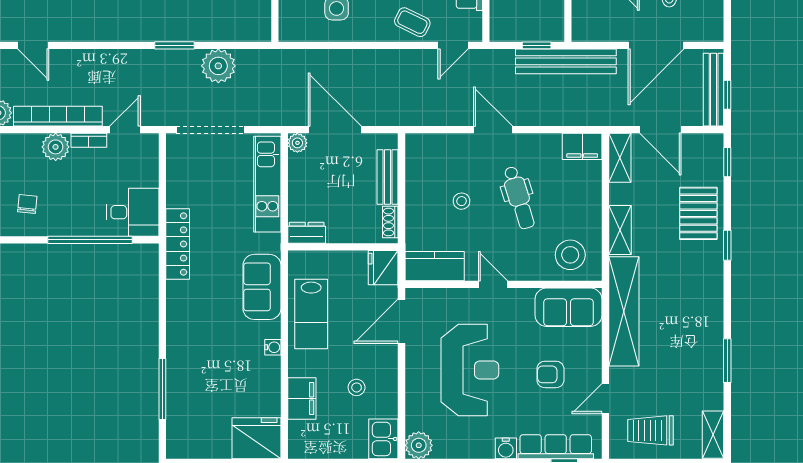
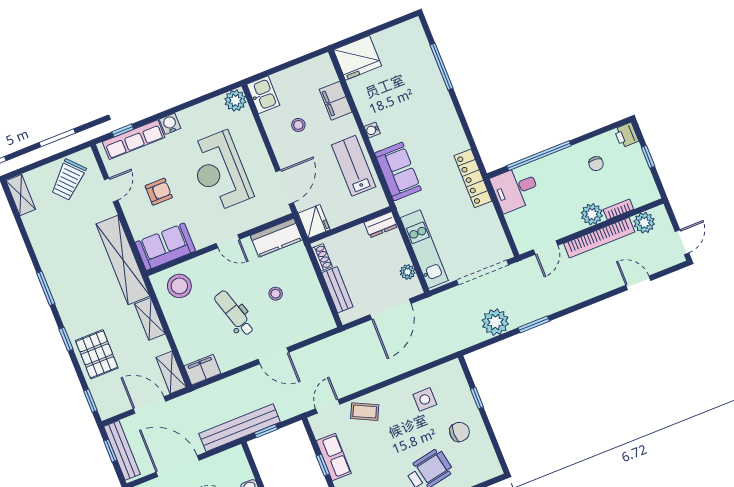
door: (656, 45) -> (178, 466), hinge flipped
door: (335, 130) -> (390, 309), hinge flipped
bookcase: (89, 140) -> (618, 209), moved
plant: (297, 143) -> (408, 272), moved
window: (727, 361) -> (46, 288), moved
trolley: (650, 430) -> (68, 180), turned 137

